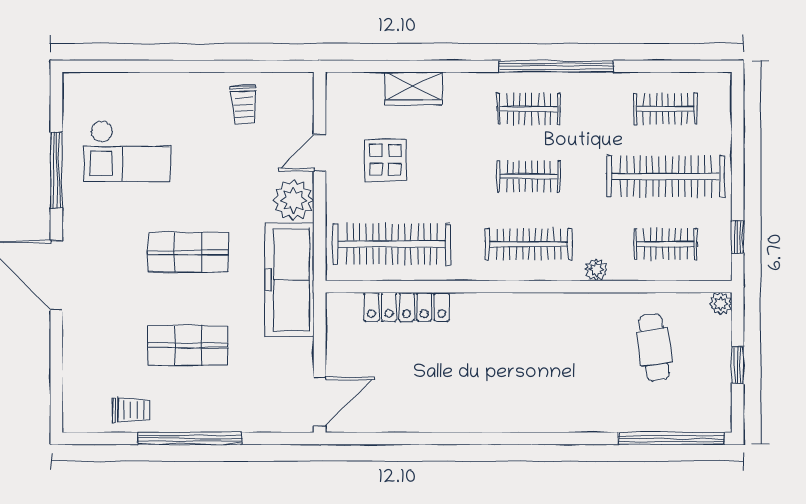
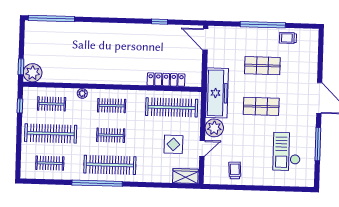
wardrobe: (414, 88) -> (185, 176), moved
clothes rail: (529, 109) -> (110, 165), width x1.86, depth x1.31
checkout: (127, 151) -> (287, 152), turned -90
clothes rail: (529, 244) -> (112, 106), width x0.73
plant: (721, 304) -> (33, 73), width x1.87, depth x1.87
cafe table: (654, 347) -> (58, 59), removed
window: (738, 365) -> (21, 67), moved
door: (320, 401) -> (205, 39), hinge flipped
window: (425, 438) -> (160, 22), added

